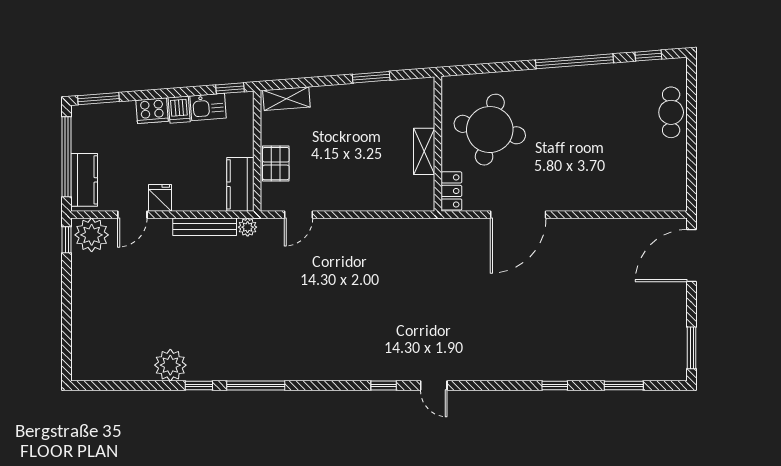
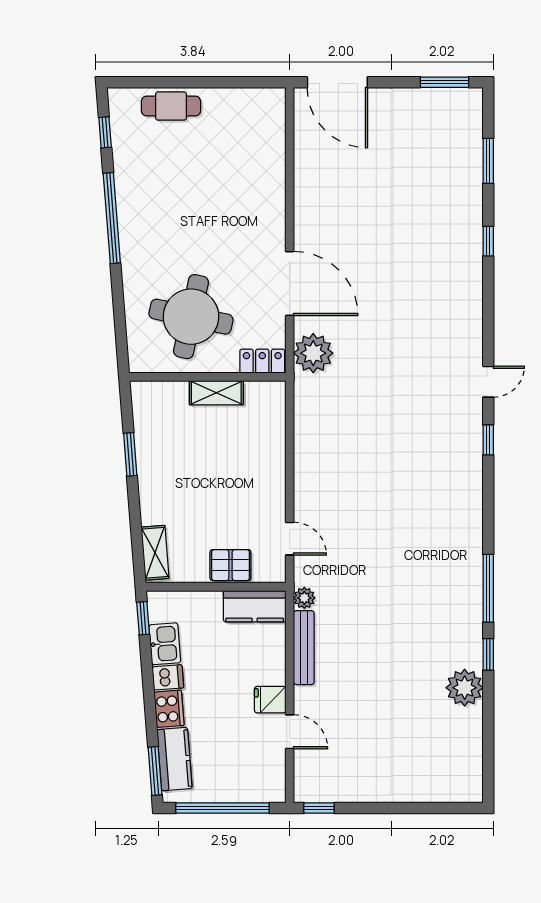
kitchen counter: (84, 180) -> (175, 759), moved, turned 86
plant: (92, 235) -> (313, 353), moved

